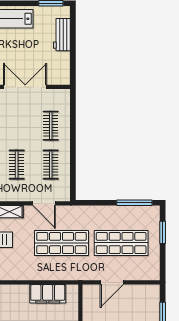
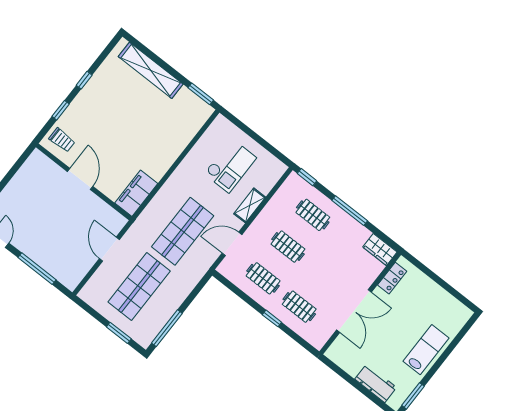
window: (73, 138) -> (272, 318), added
filing cabinet: (48, 294) -> (136, 193), moved

